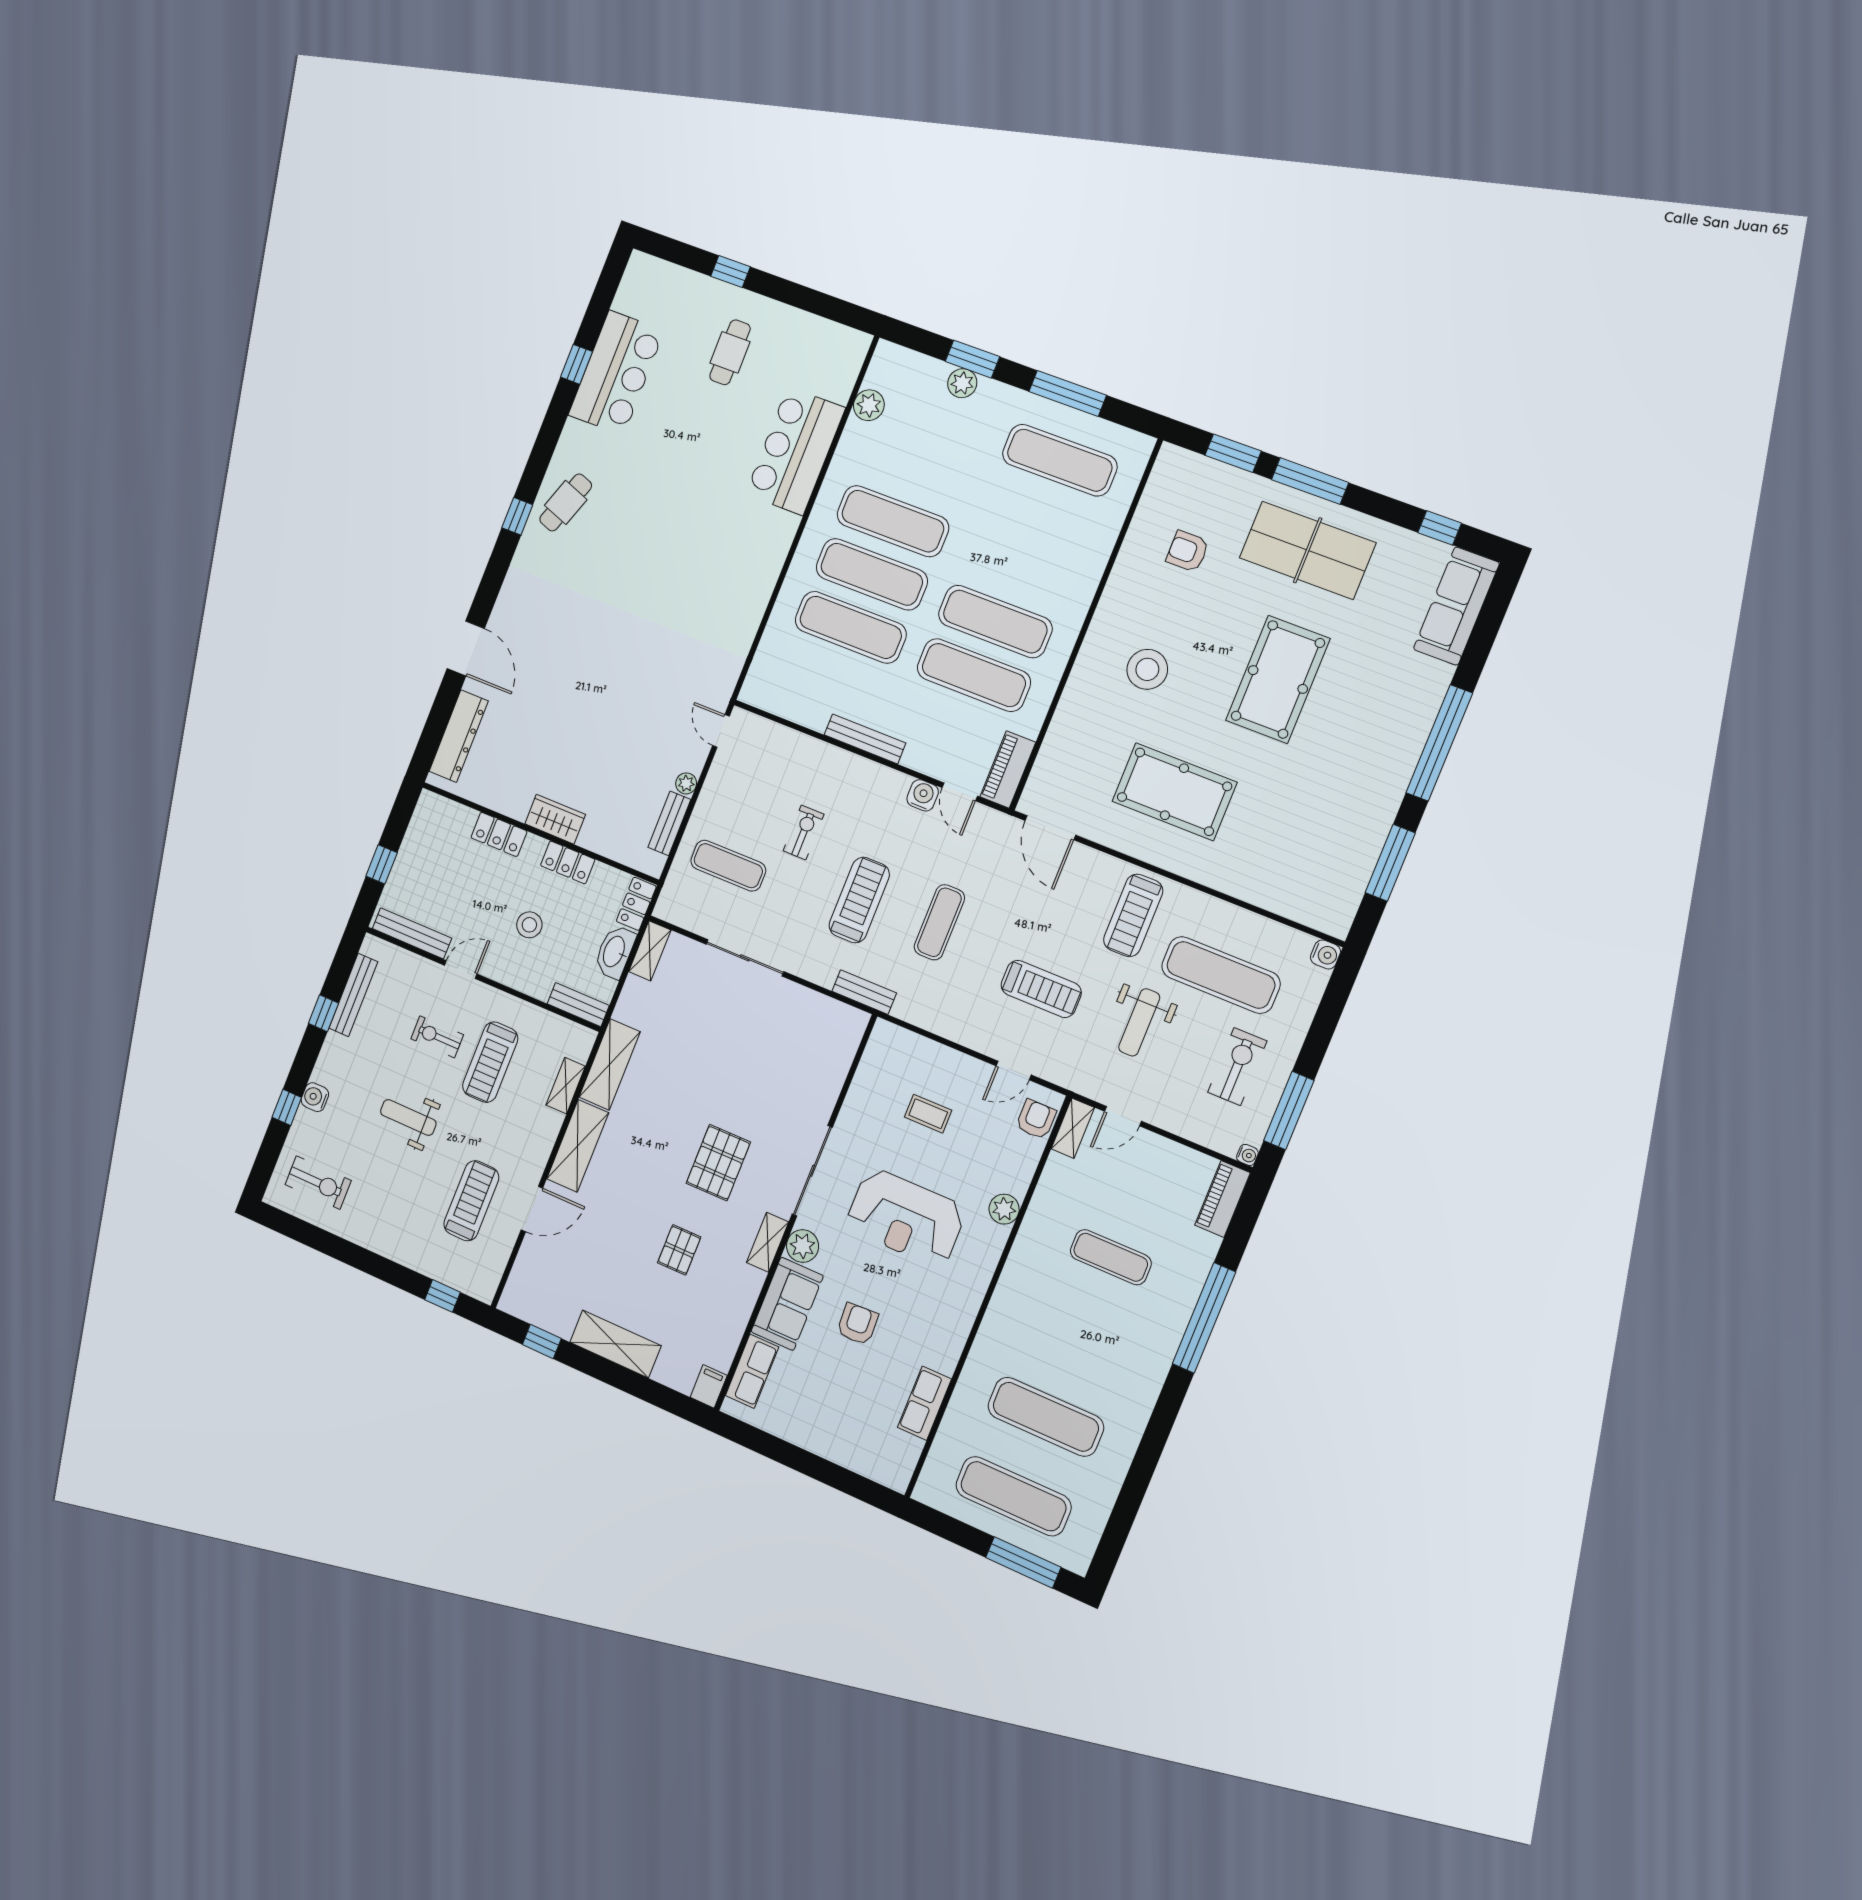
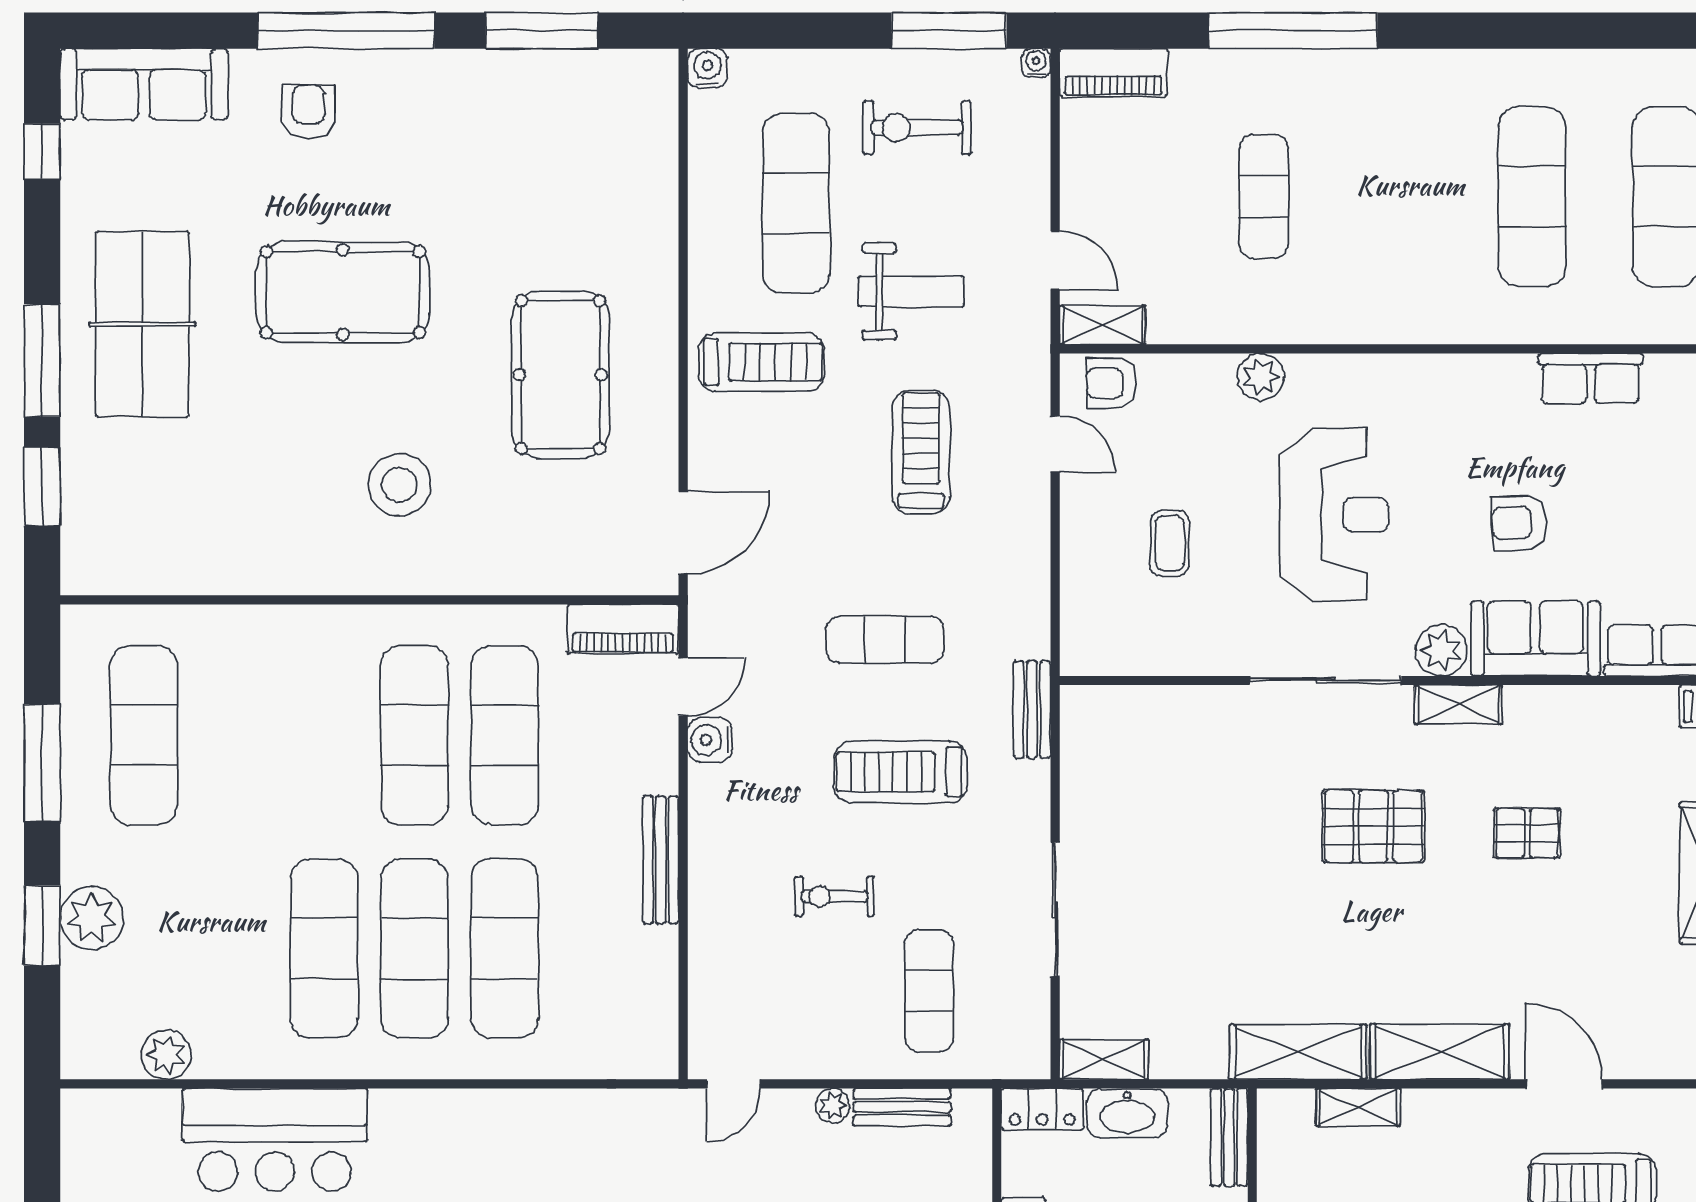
plant: (962, 383) -> (92, 918), width x1.36, depth x1.36
armchair: (1188, 551) -> (308, 112), moved, turned 180

